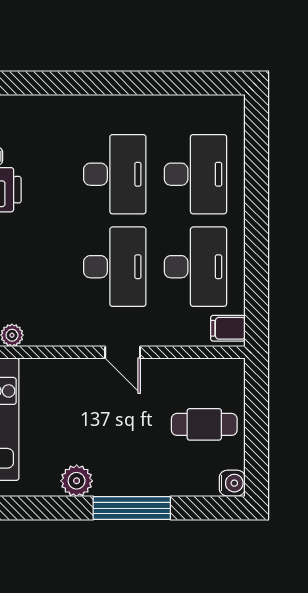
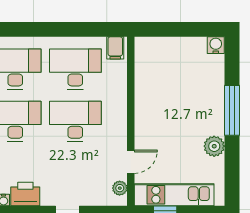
door: (123, 352) -> (131, 162), moved
cafe table: (204, 424) -> (178, 63), removed

